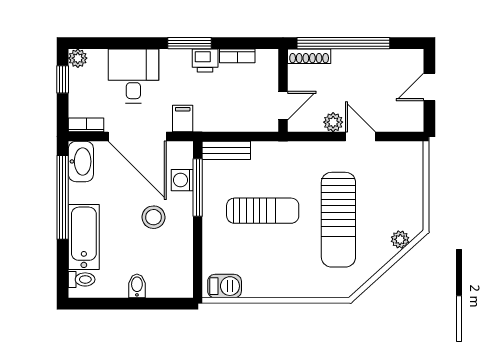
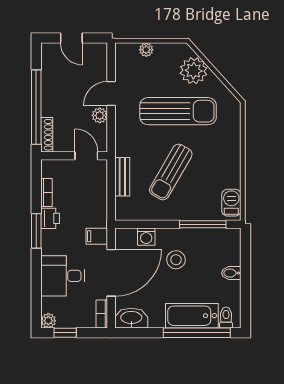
bench: (226, 150) -> (122, 177), moved
plant: (415, 180) -> (146, 50), added
window: (198, 188) -> (203, 224), moved
window: (63, 197) -> (197, 333), moved
sun lounger: (263, 211) -> (171, 172), turned -150
plant: (400, 240) -> (194, 71), width x1.88, depth x1.88

